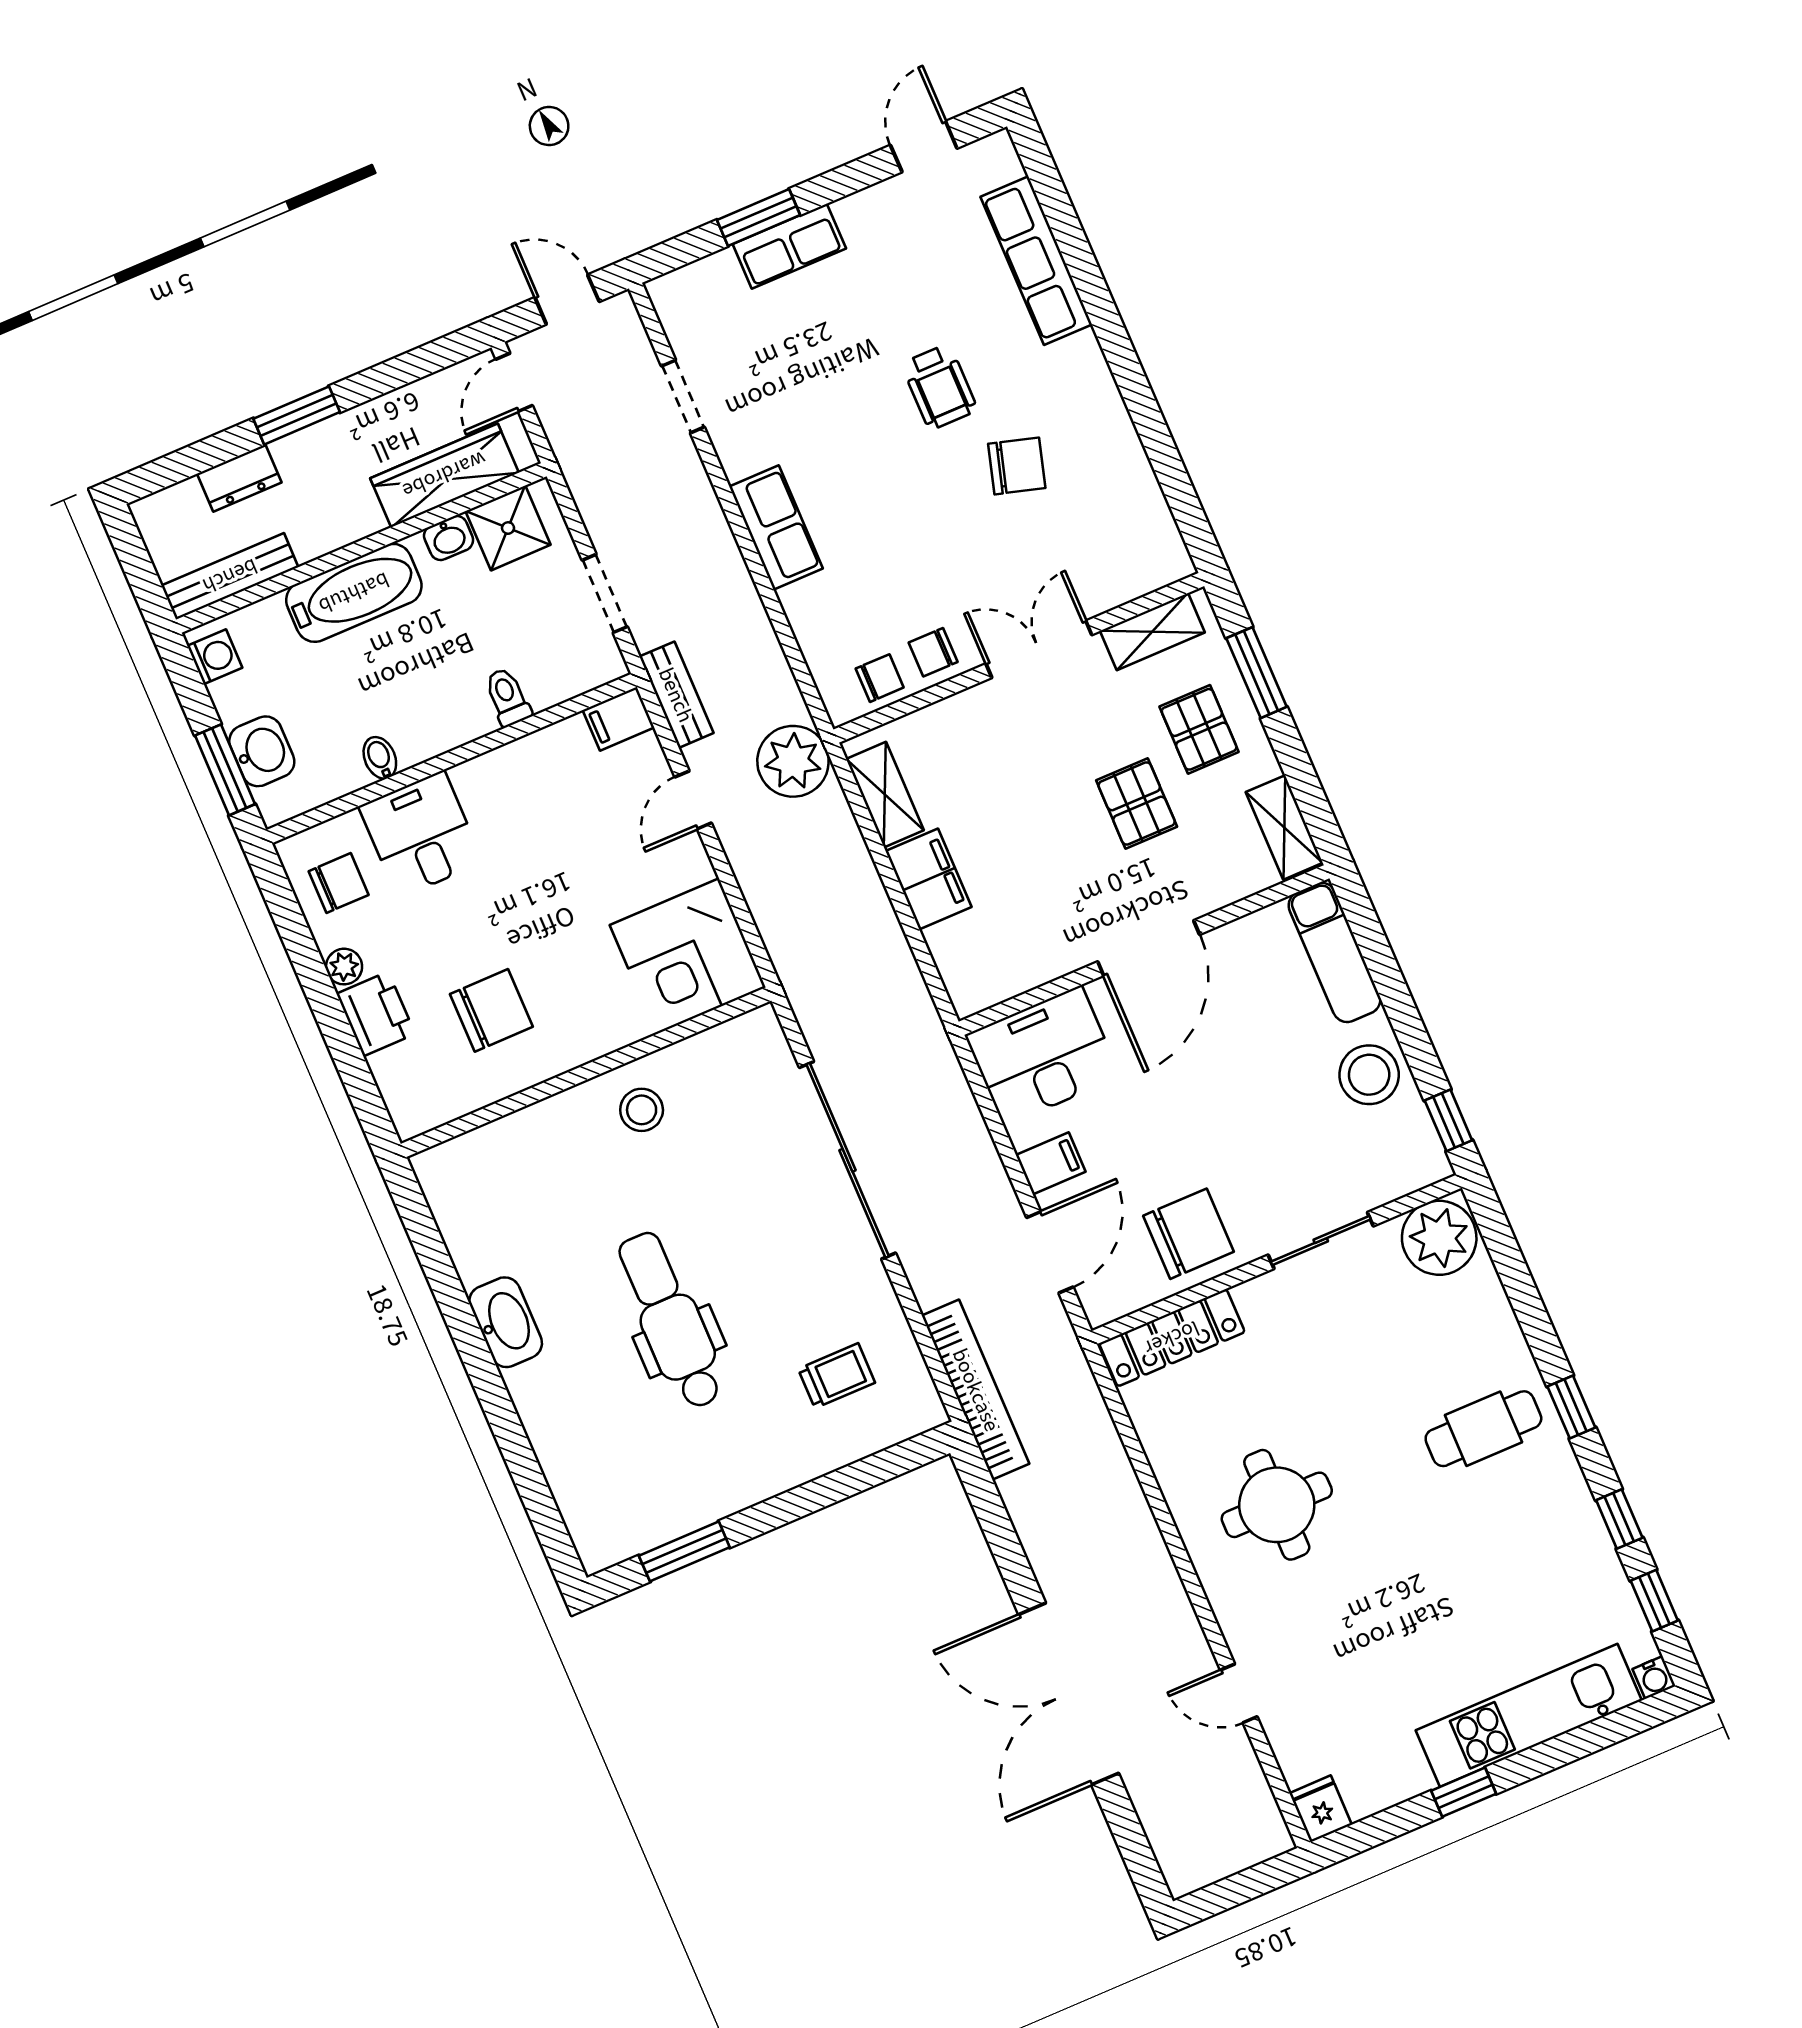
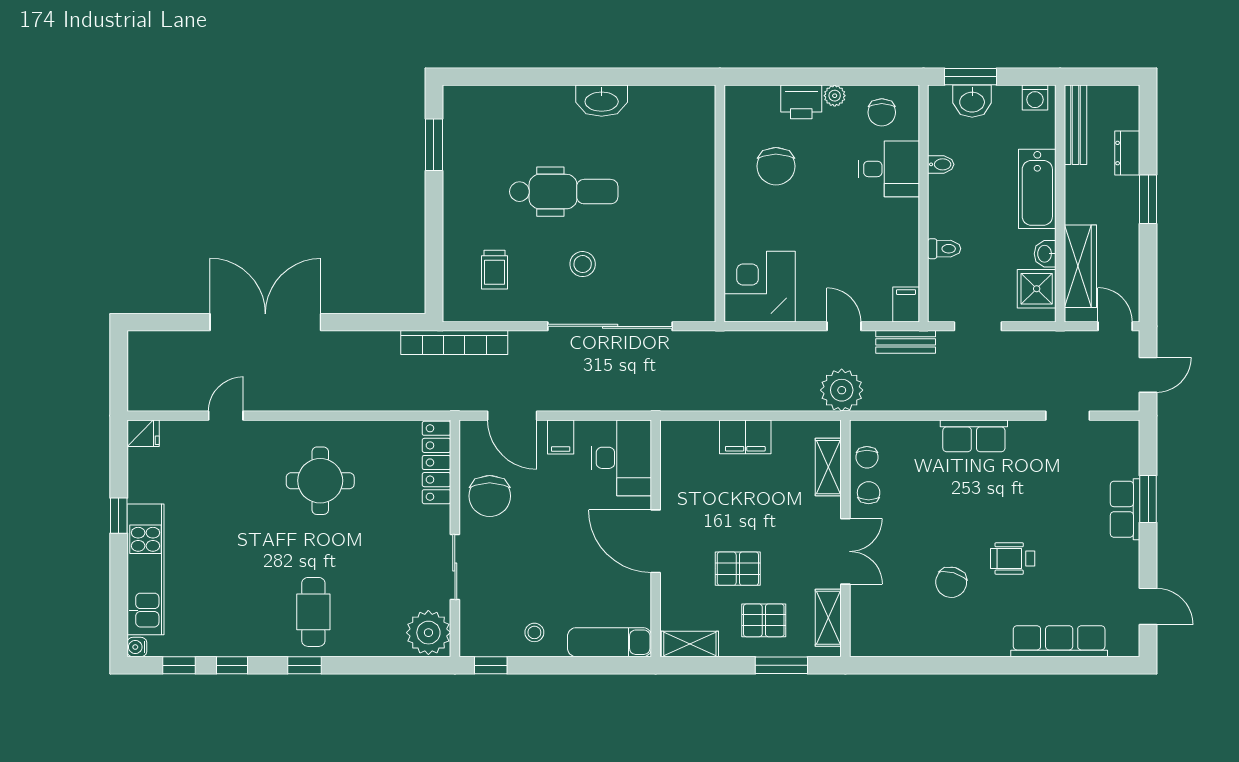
shelving: (885, 795) -> (828, 467), moved, turned 90
stool: (1369, 1075) -> (534, 632), width x0.53, depth x0.53
stool: (642, 1110) -> (583, 264), moved

